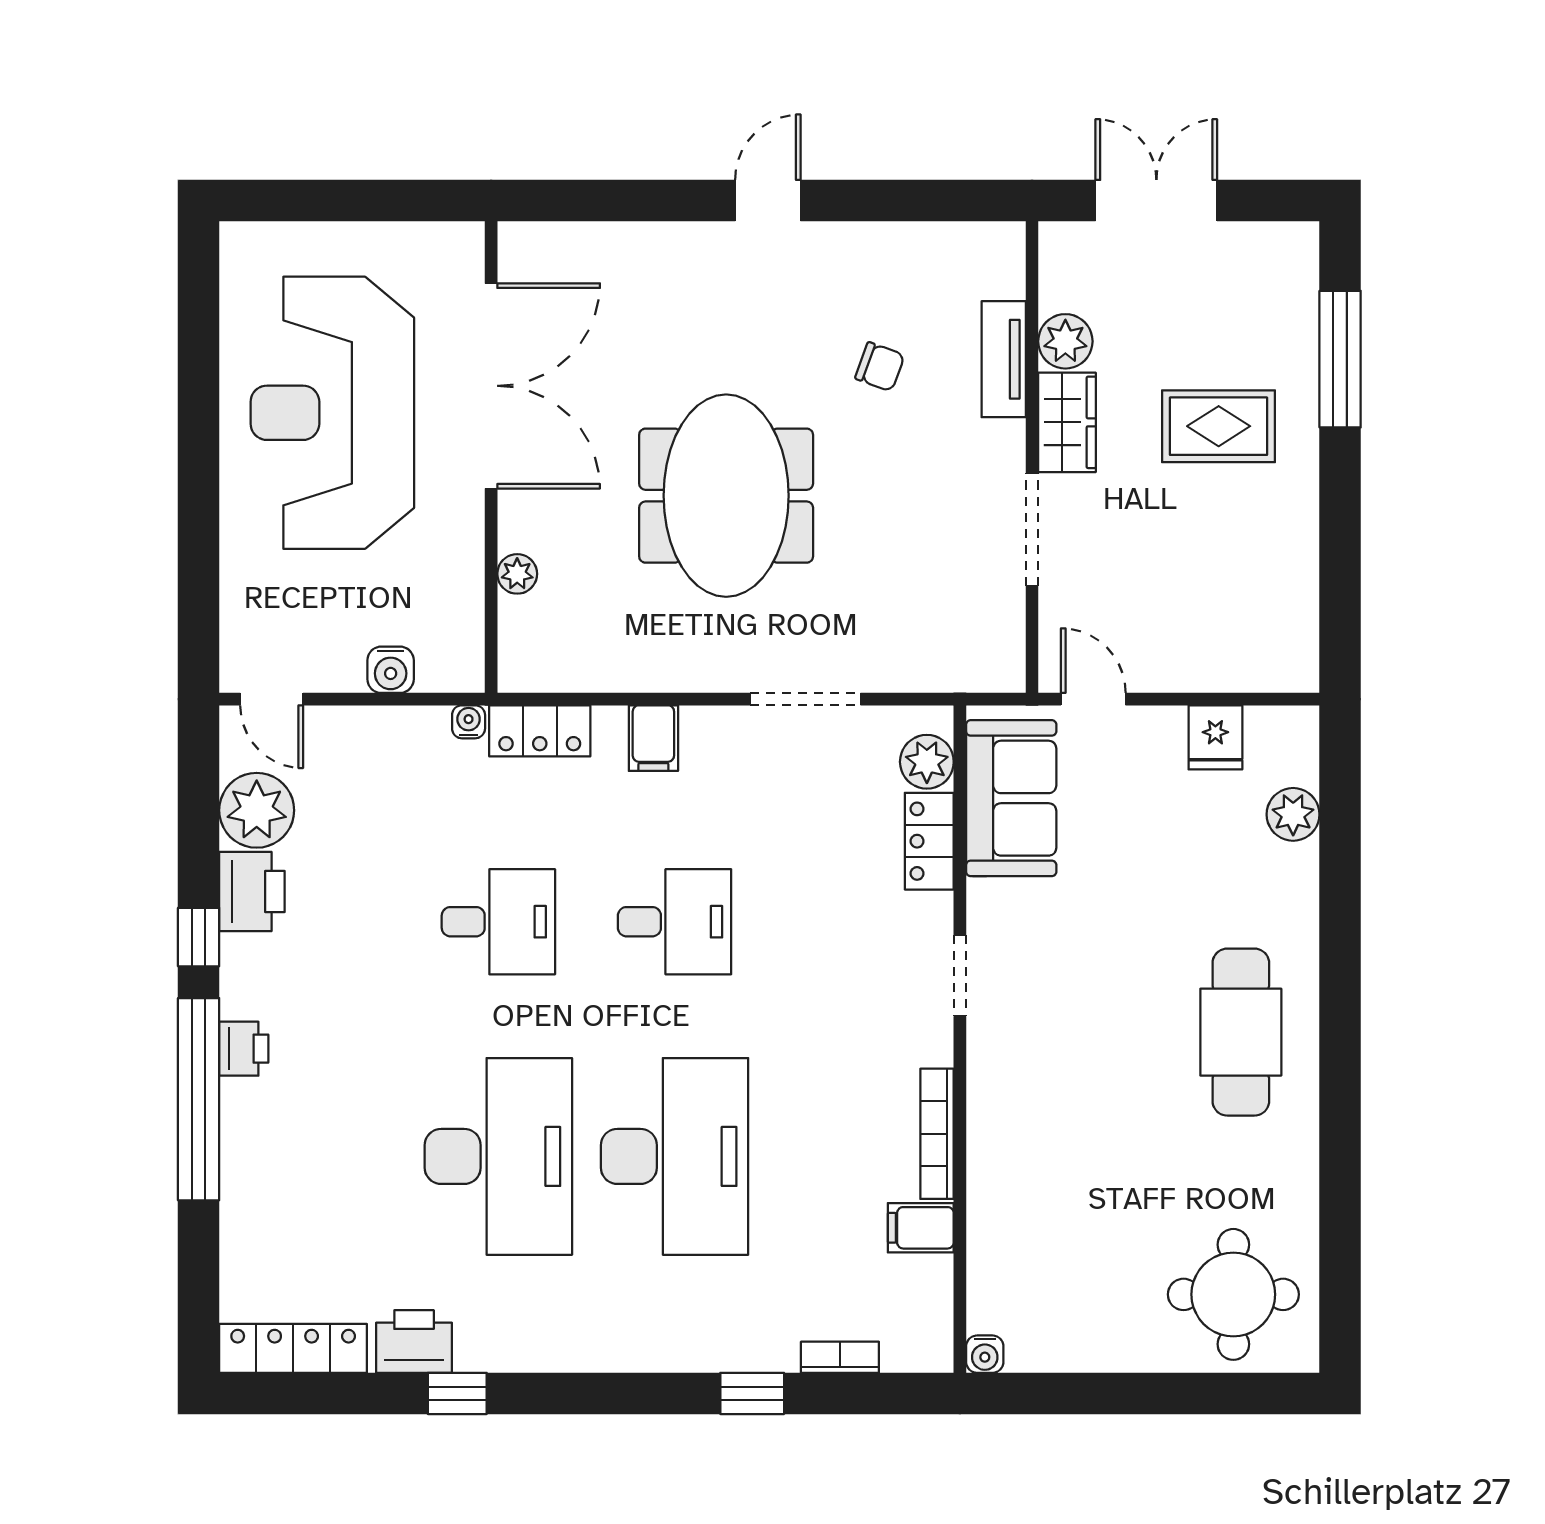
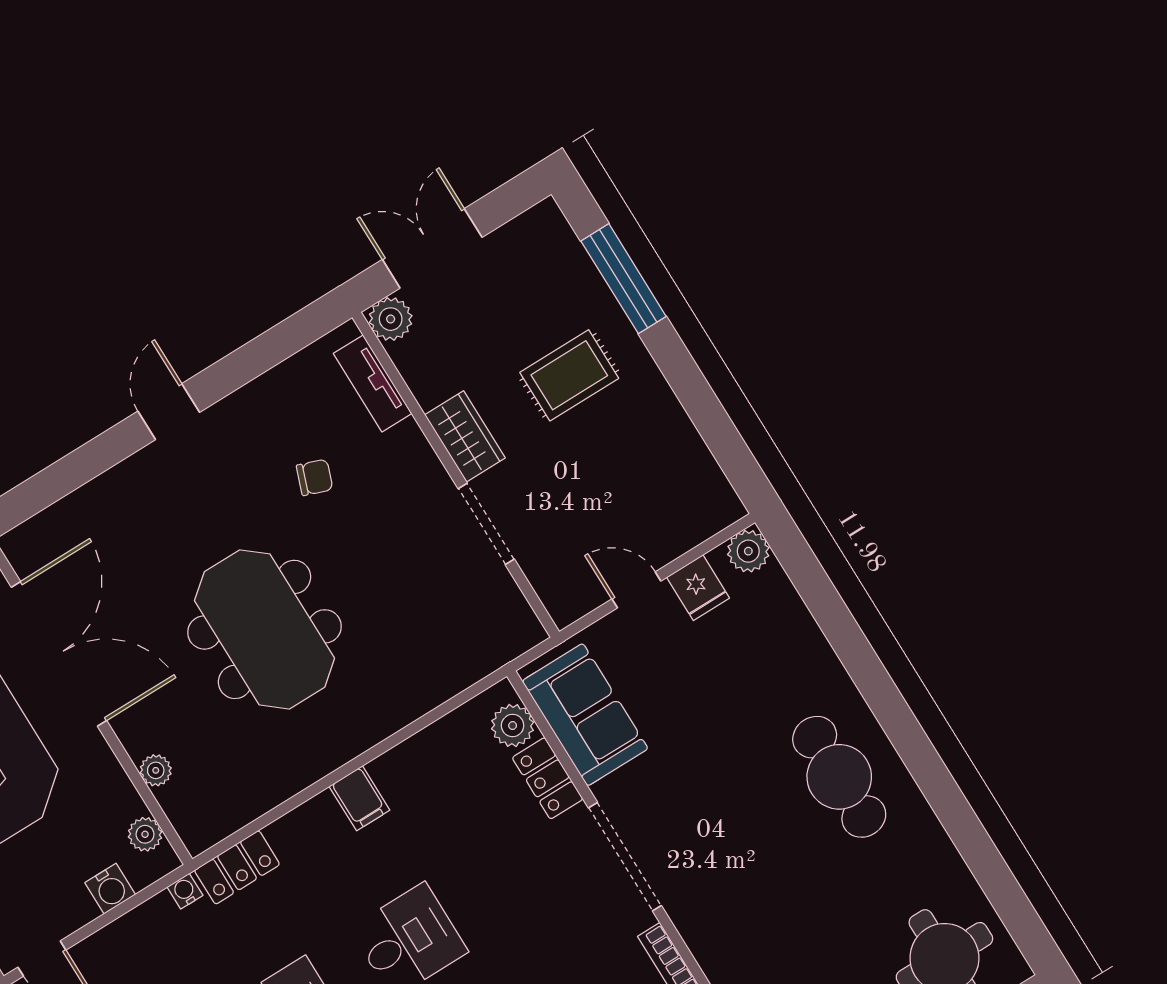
plant: (1065, 341) -> (391, 319), moved
tv unit: (1004, 359) -> (373, 383), moved
plant: (464, 635) -> (145, 834), added
doorway: (805, 699) -> (404, 734), removed
door: (1093, 699) -> (636, 590), moved
filing cabinet: (653, 738) -> (359, 798), moved
plant: (1293, 814) -> (748, 551), moved
doorway: (960, 976) -> (625, 857), width x1.88

